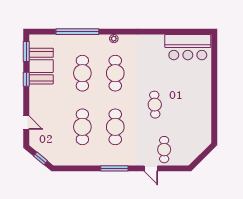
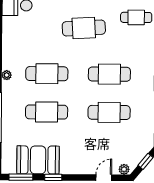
cafe table: (155, 105) -> (84, 28), width x1.37, depth x1.35
plant: (34, 140) -> (124, 169), added

